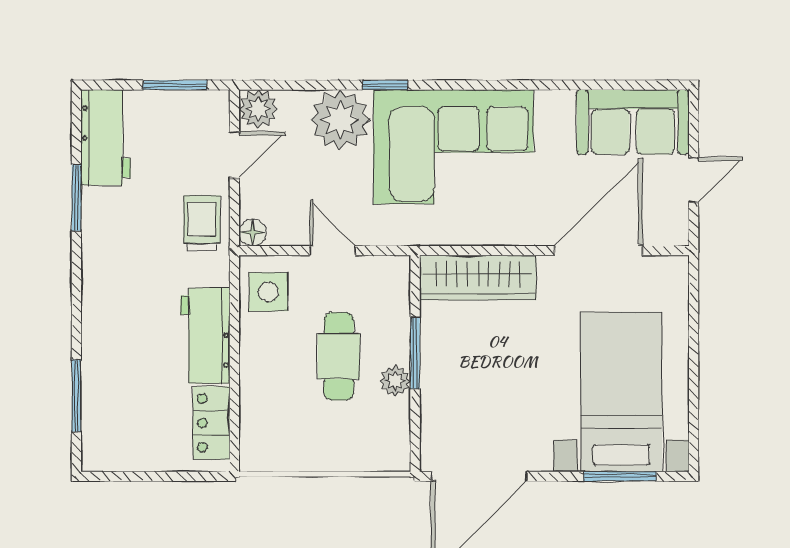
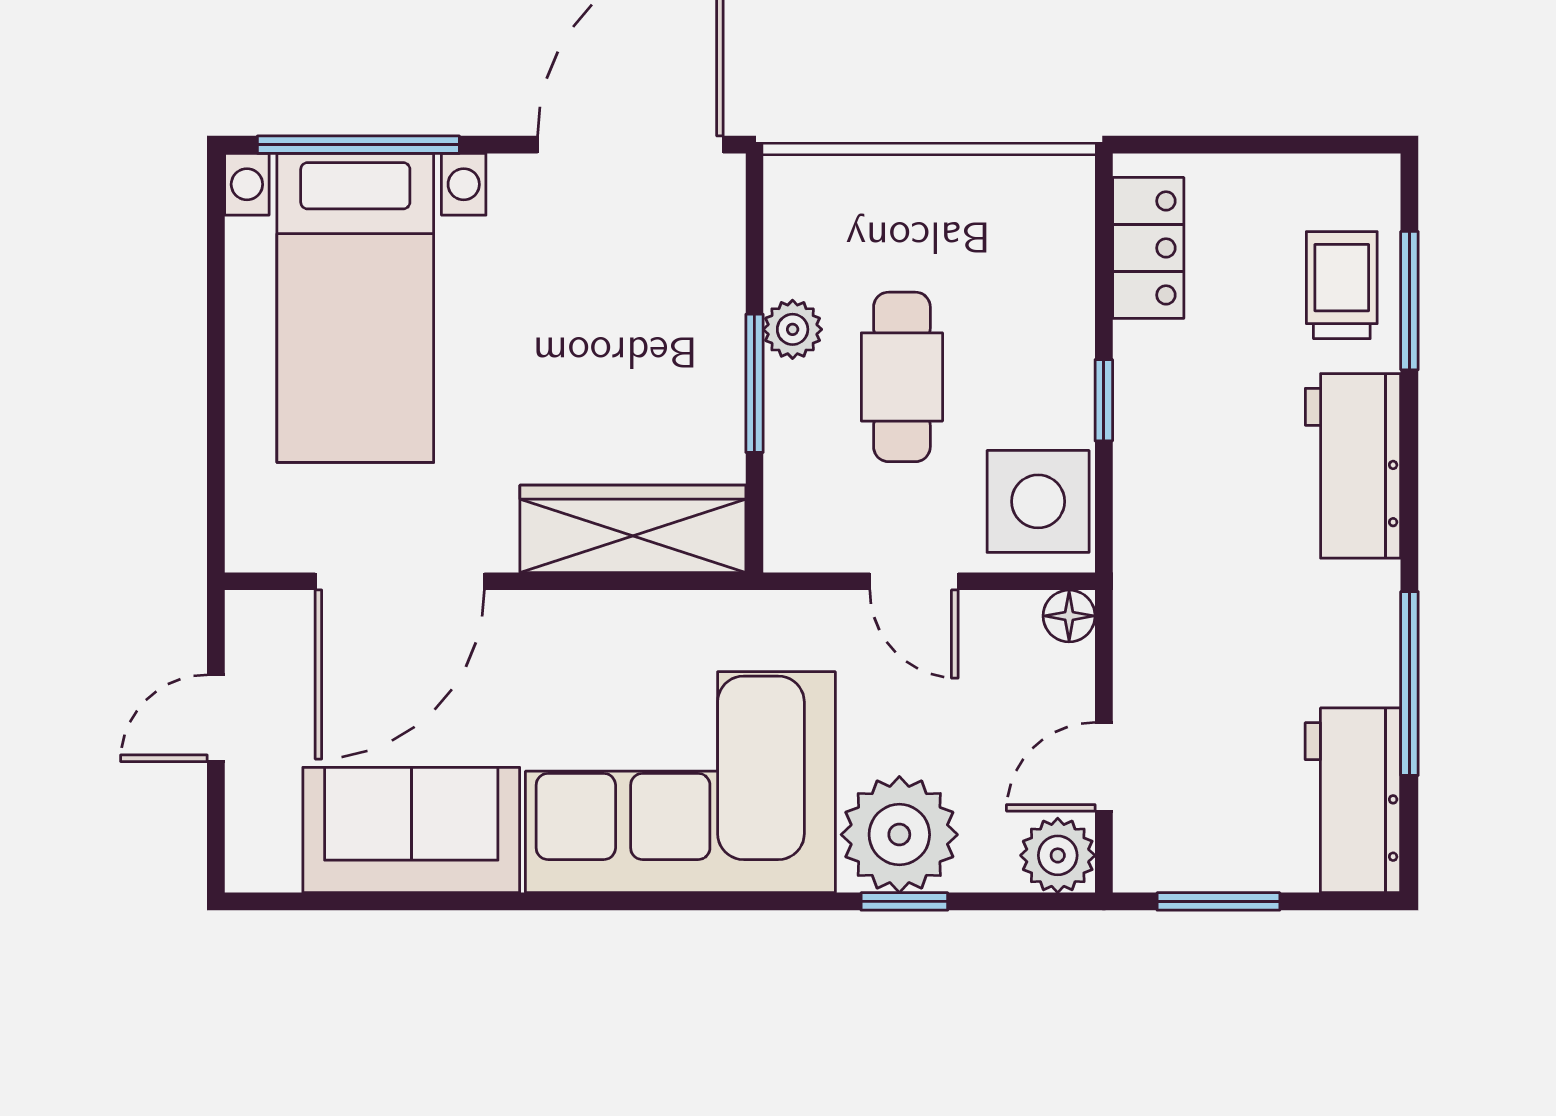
window: (385, 85) -> (904, 901), moved
sofa: (633, 122) -> (411, 830), moved
window: (76, 198) -> (1409, 683), width x1.44
trolley: (202, 223) -> (1342, 285), moved, turned 180
side table: (268, 292) -> (1038, 501), width x1.37, depth x1.37
workbench: (205, 336) -> (1353, 466), moved, turned 180
window: (234, 344) -> (1104, 400), added
window: (620, 476) -> (358, 145), width x1.44

